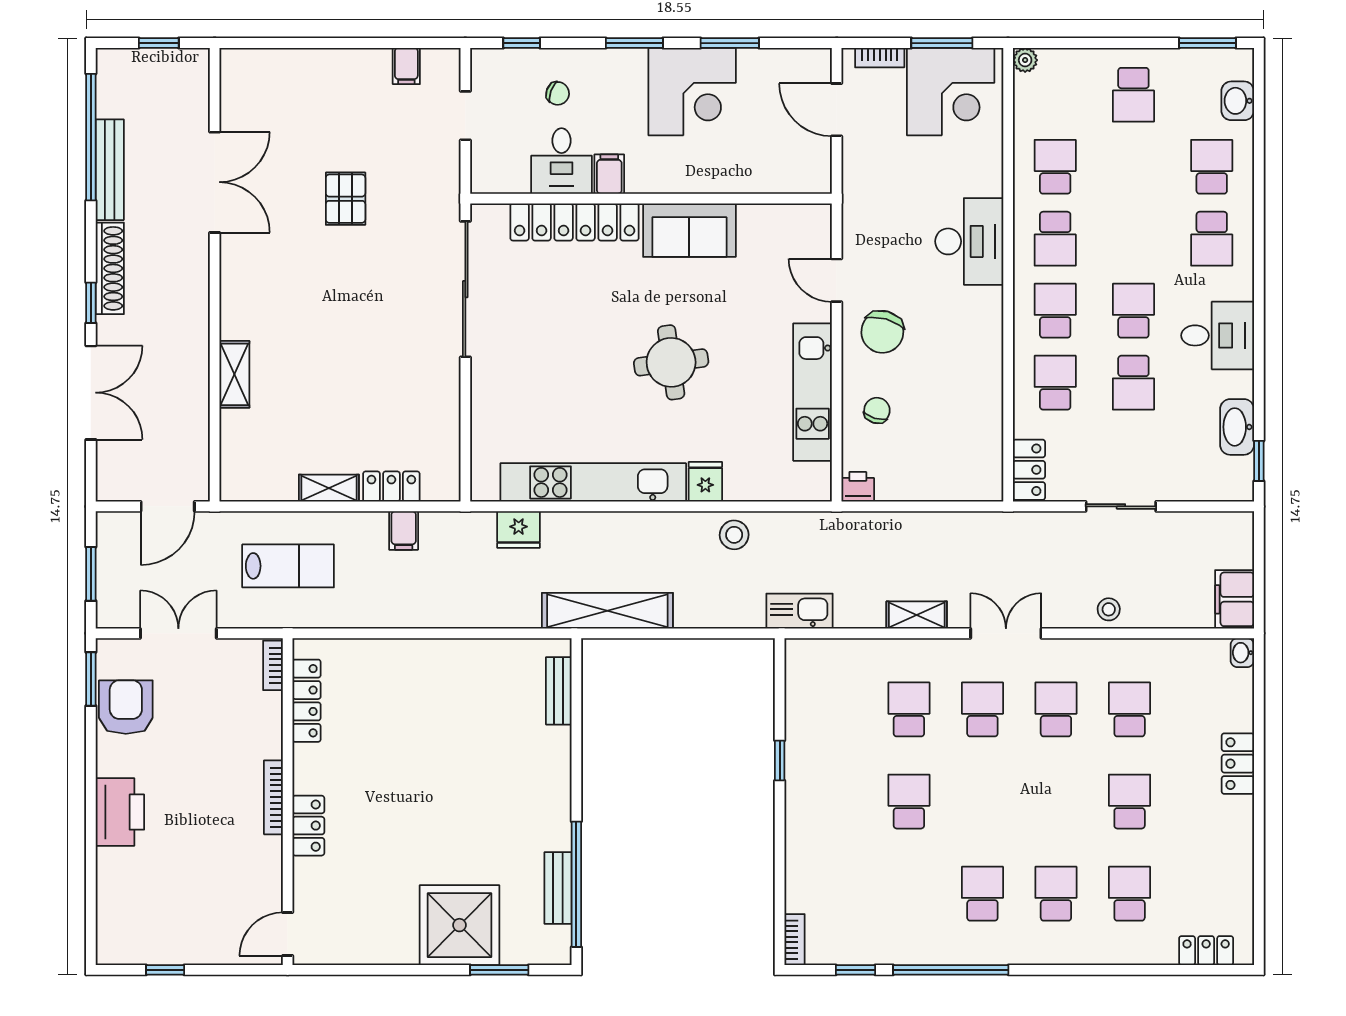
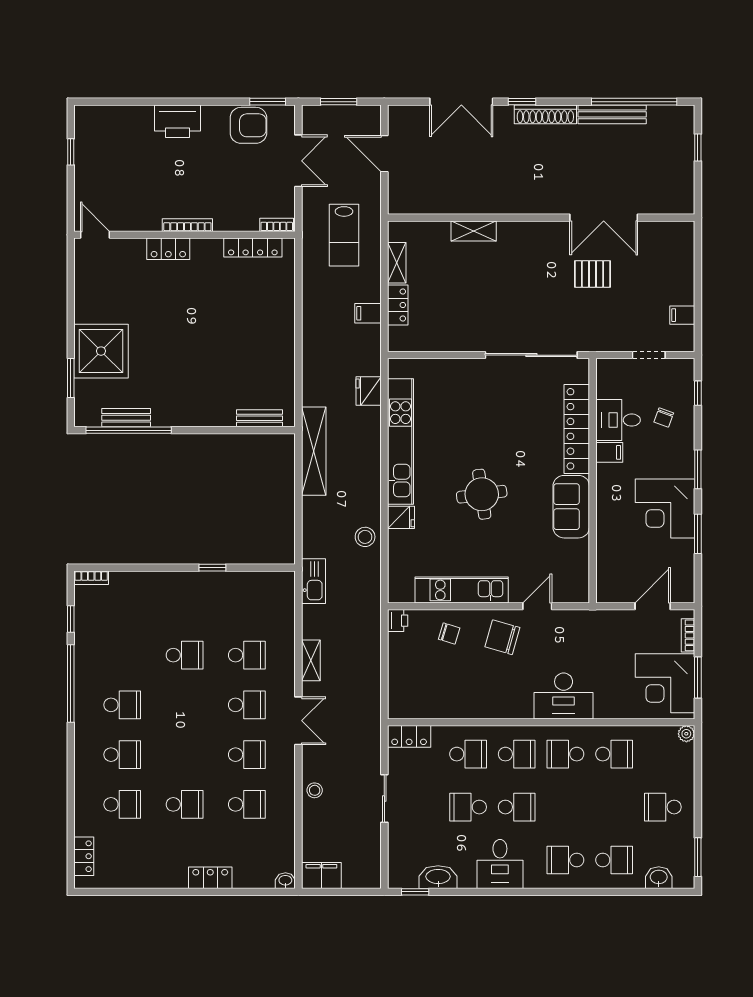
double door: (215, 182) -> (604, 218), moved
wall: (215, 275) -> (541, 218), moved
shelving: (234, 374) -> (474, 231), moved

